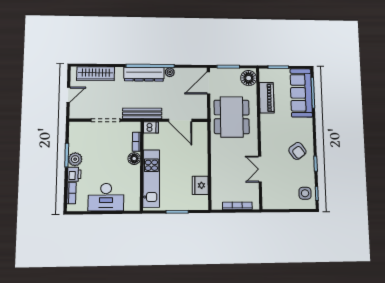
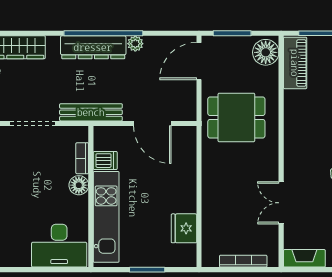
piano: (267, 98) -> (295, 63), moved
dining table: (232, 117) -> (236, 117), width x0.73
dishwasher: (151, 127) -> (105, 161), moved
desk: (106, 197) -> (59, 246), moved
fireplace: (275, 204) -> (304, 258), added

